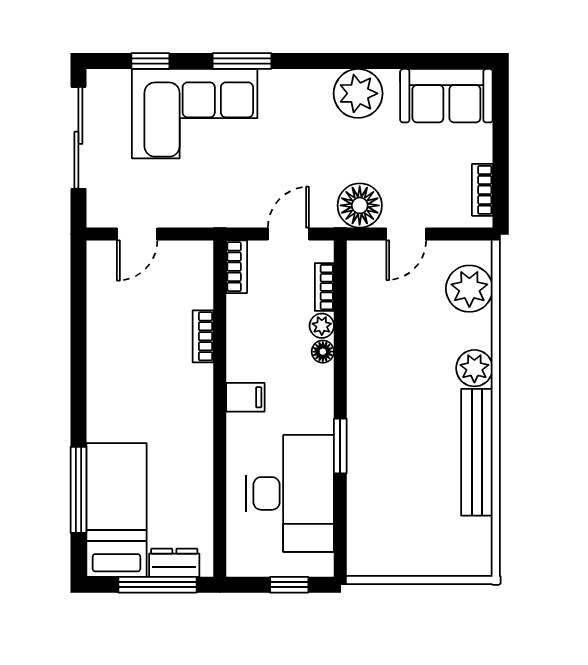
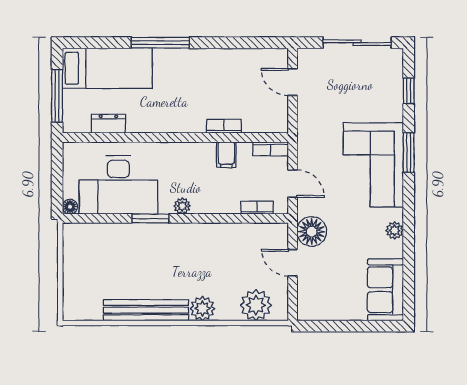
plant: (358, 93) -> (395, 230), width x0.53, depth x0.53
corner sofa: (195, 114) -> (373, 165), moved
bookcase: (482, 190) -> (322, 314), removed
plant: (322, 326) -> (182, 206), moved
floor lamp: (323, 352) -> (70, 207), moved
filing cabinet: (245, 397) -> (226, 155), moved
window: (78, 490) -> (160, 43), moved
dresser: (174, 563) -> (108, 124), moved, turned -90
window: (289, 585) -> (57, 184), removed

